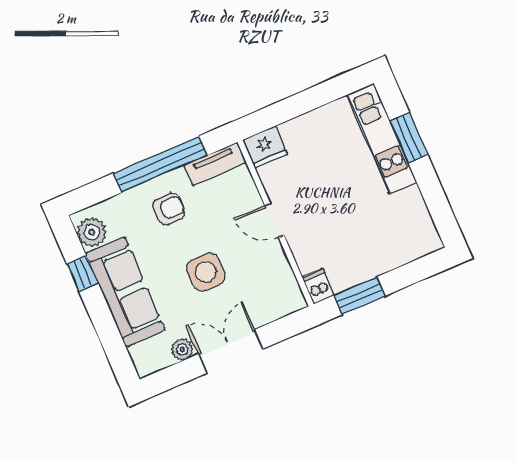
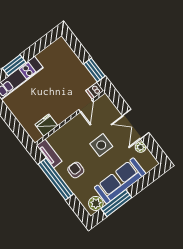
fridge: (265, 147) -> (46, 125), moved, turned -90
door: (274, 220) -> (86, 106), moved
window: (83, 273) -> (116, 203), width x2.17

